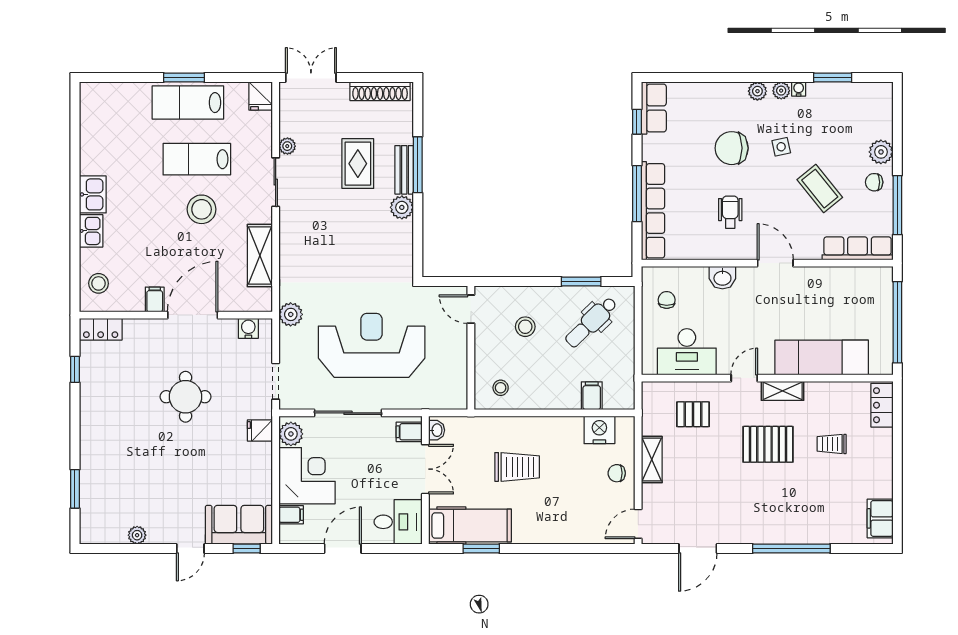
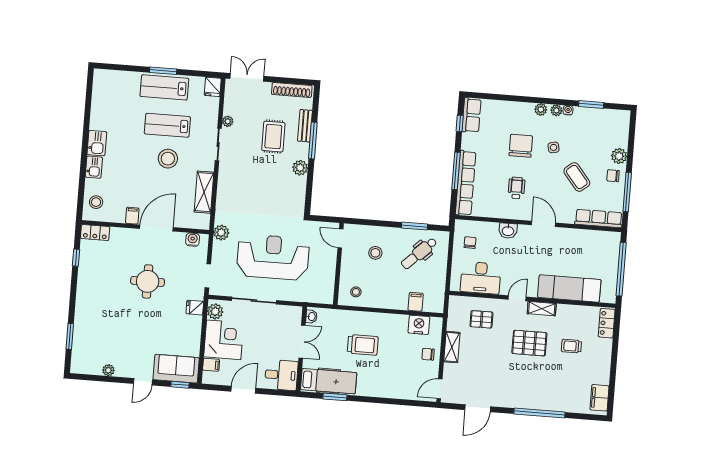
chair: (732, 148) -> (521, 146), turned 90
bench: (404, 170) -> (305, 126), moved
filing cabinet: (409, 432) -> (293, 316), removed

